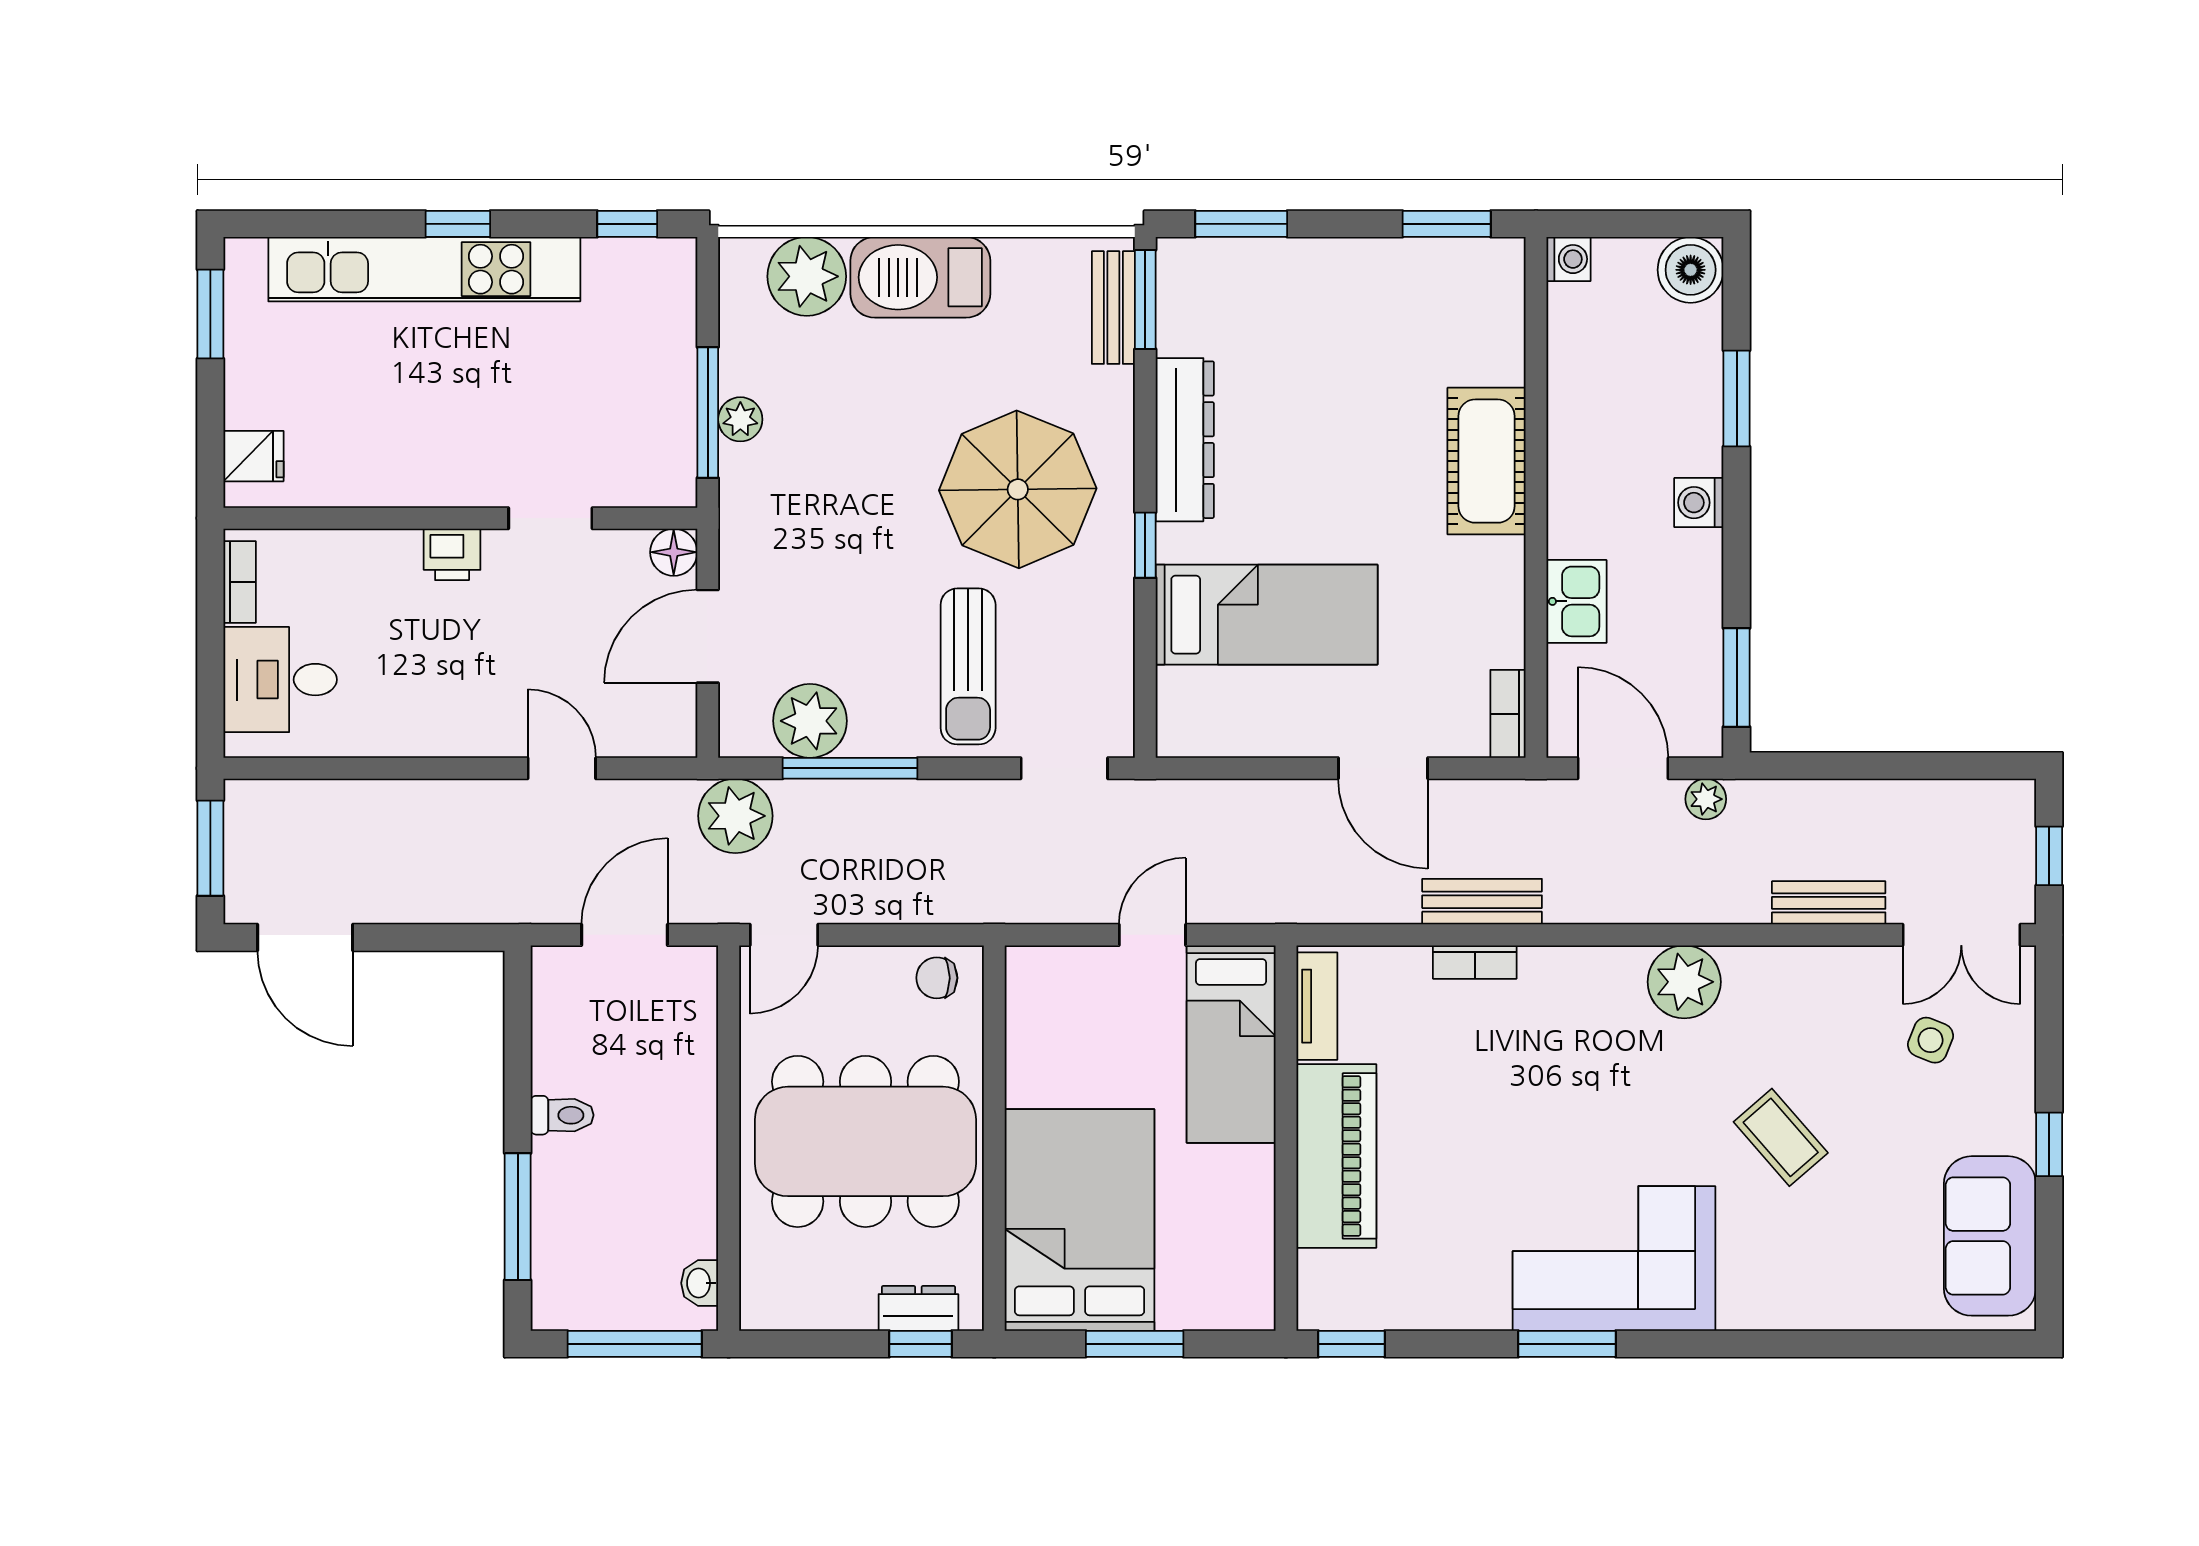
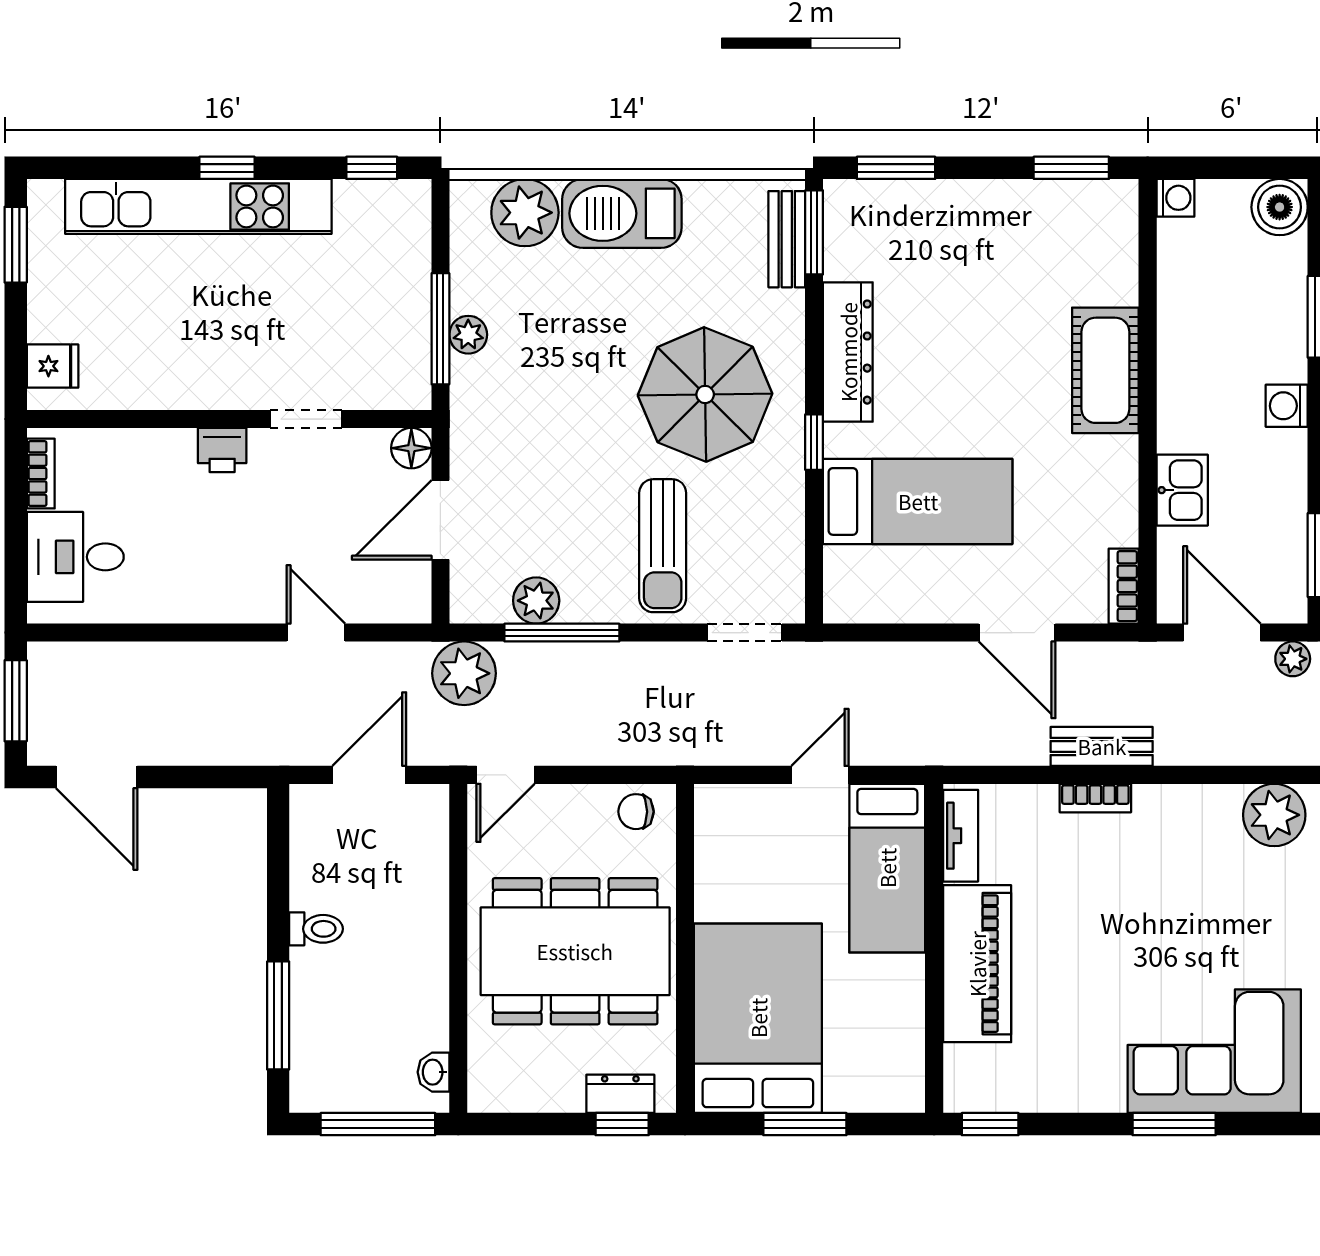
plant: (810, 721) -> (536, 601), width x0.73, depth x0.73

